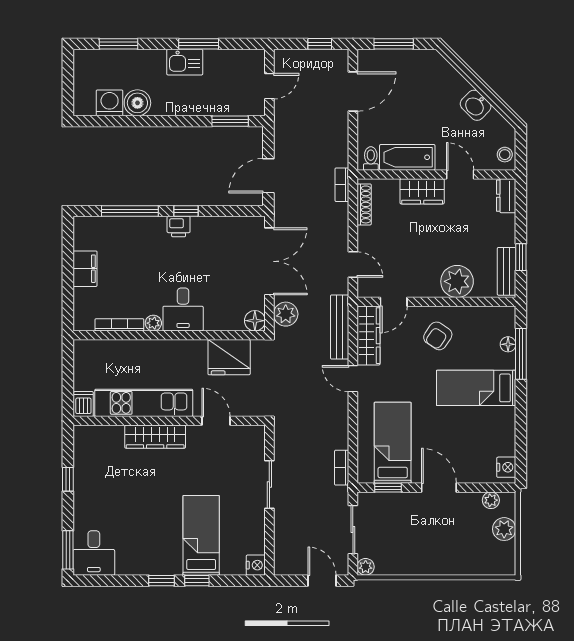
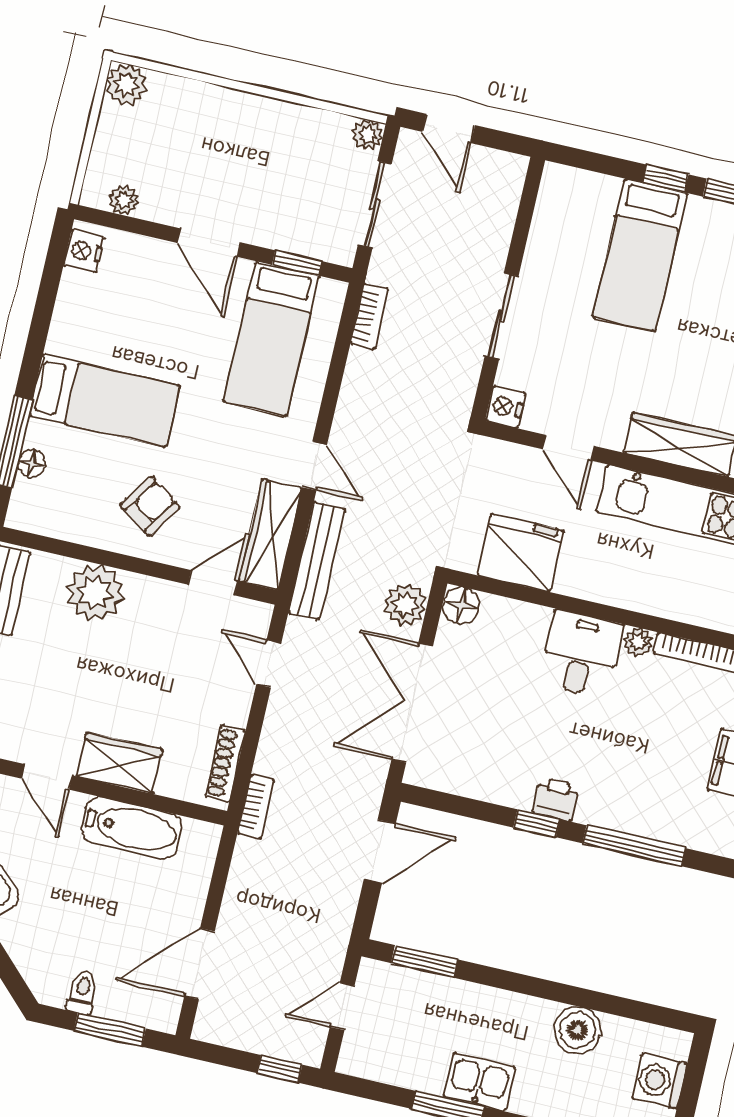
window: (320, 44) -> (280, 1069), moved
washing machine: (110, 103) -> (659, 1081), moved, turned 90
toilet: (371, 158) -> (82, 992), moved, turned 180
plant: (504, 529) -> (126, 85), moved
nightstand: (256, 565) -> (505, 407), moved

